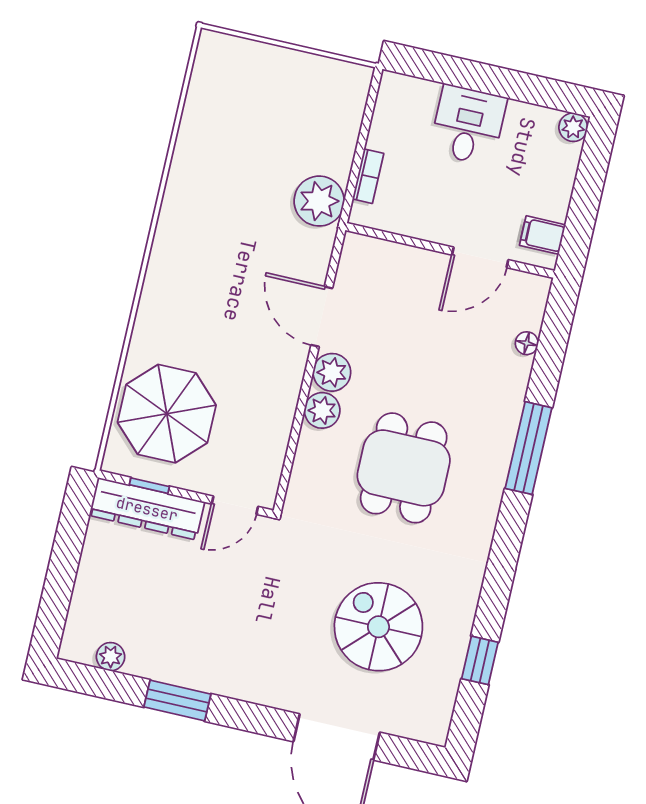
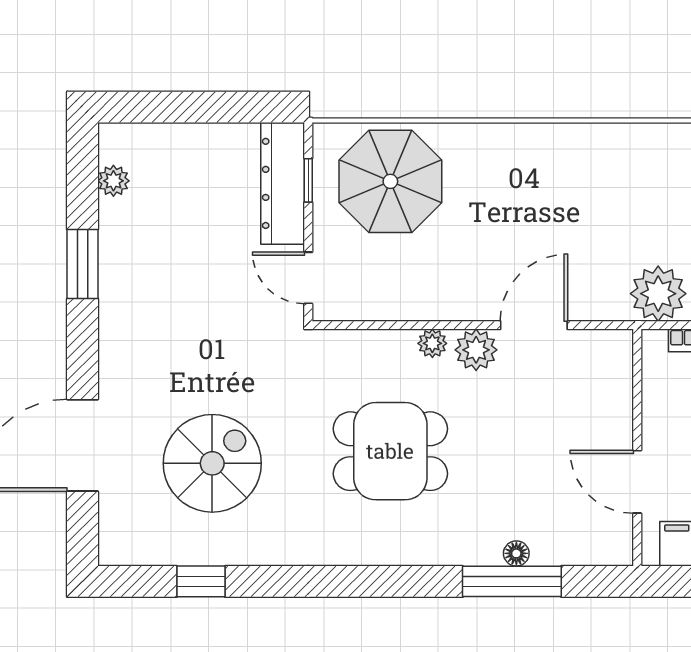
floor lamp: (527, 343) -> (516, 553), moved
plant: (322, 410) -> (432, 343), width x0.73, depth x0.73
window: (529, 448) -> (512, 581), moved

